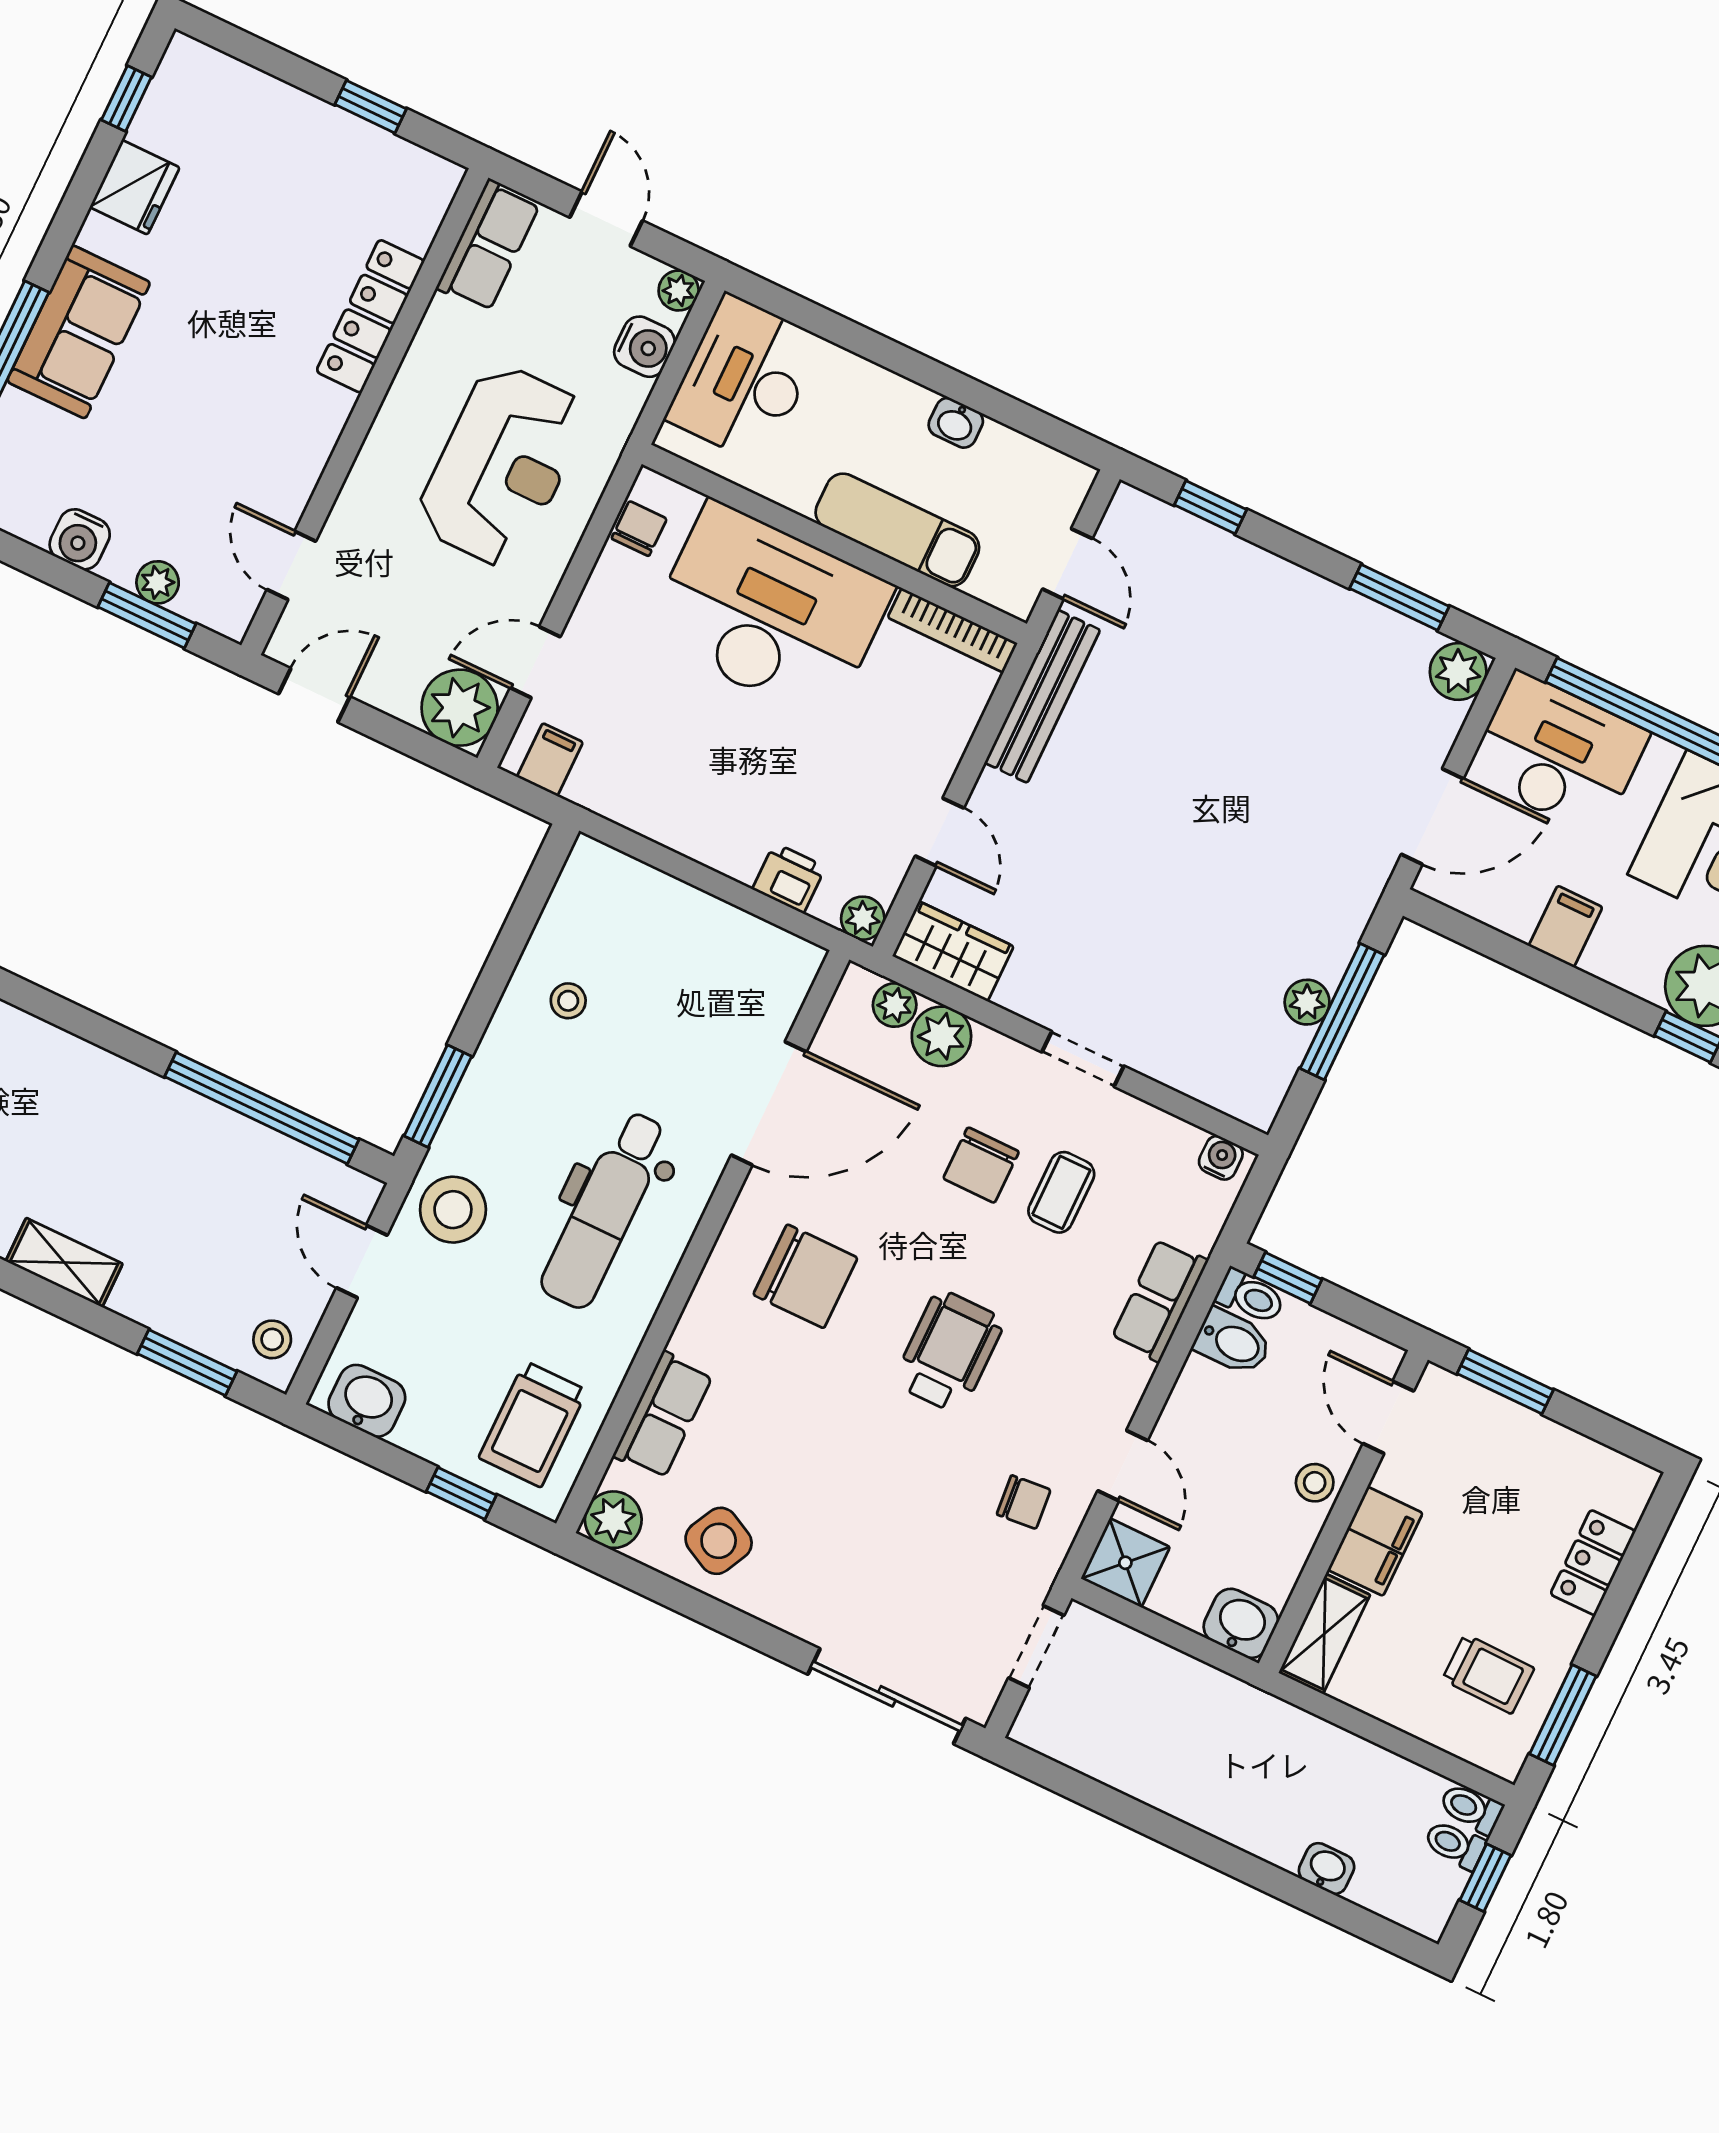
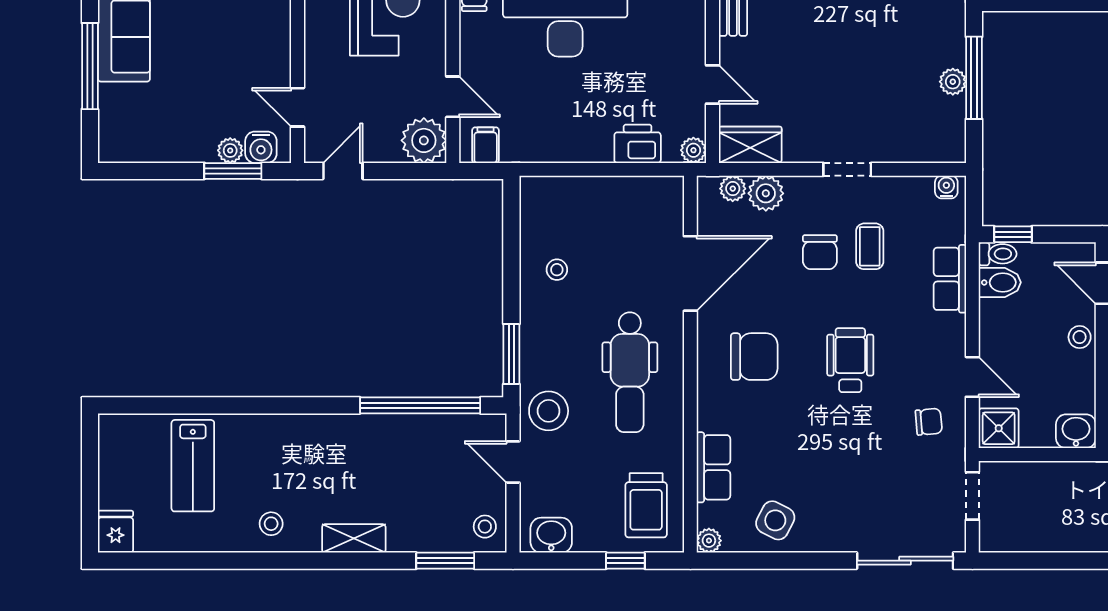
water cooler: (80, 539) -> (261, 147), moved
door: (535, 662) -> (453, 97), swing flipped
printer: (789, 878) -> (638, 144), width x1.36, depth x1.24
plant: (613, 1520) -> (709, 541), width x0.73, depth x0.73

